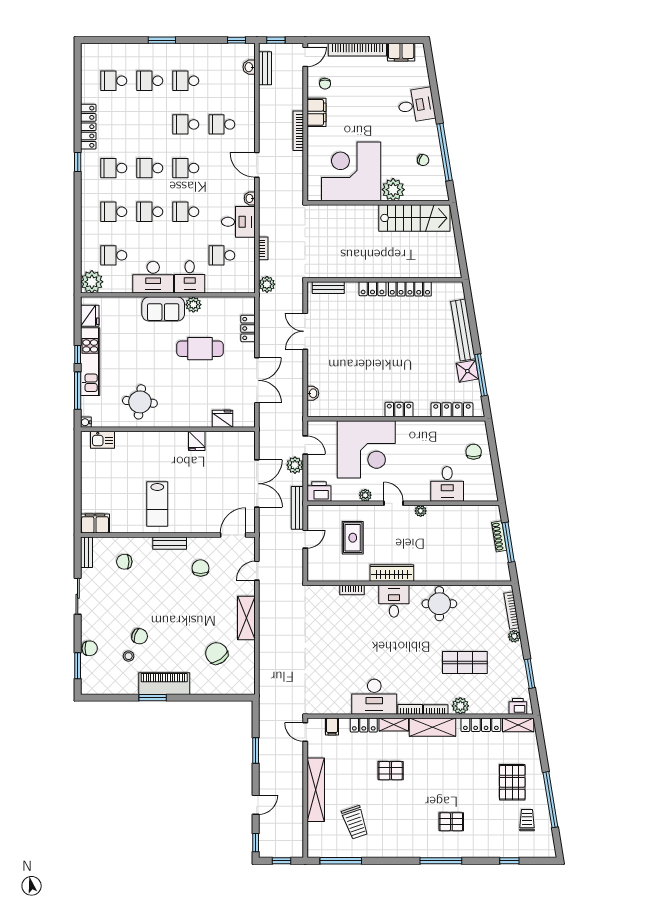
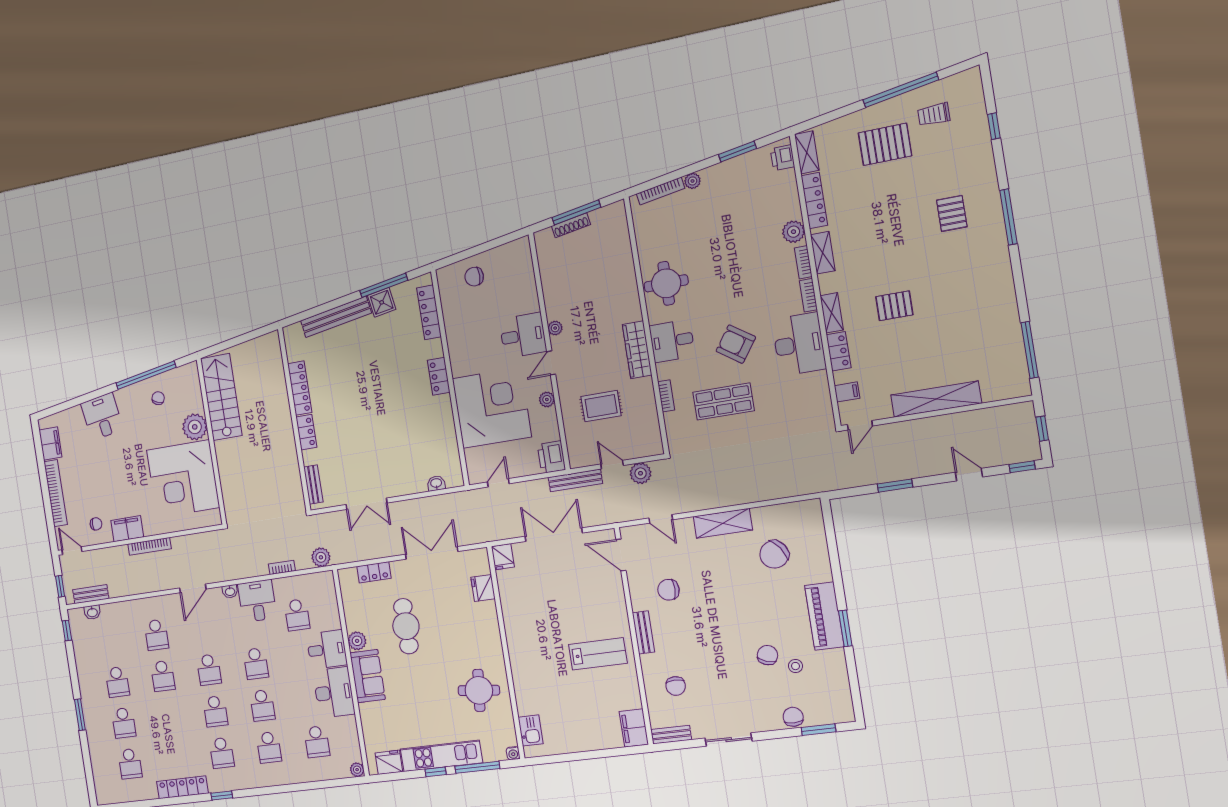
plant: (92, 282) -> (357, 770), width x0.53, depth x0.53
fridge: (197, 441) -> (503, 557), moved, turned 90
plant: (295, 465) -> (641, 473), moved
desk: (447, 484) -> (523, 335), moved
armchair: (383, 649) -> (736, 344), added
shop shelf: (465, 662) -> (724, 402), moved, turned 90
shelving: (433, 727) -> (823, 253), width x0.67, depth x0.75
pallet: (391, 771) -> (894, 306), turned 90
trolley: (355, 822) -> (973, 340), removed

